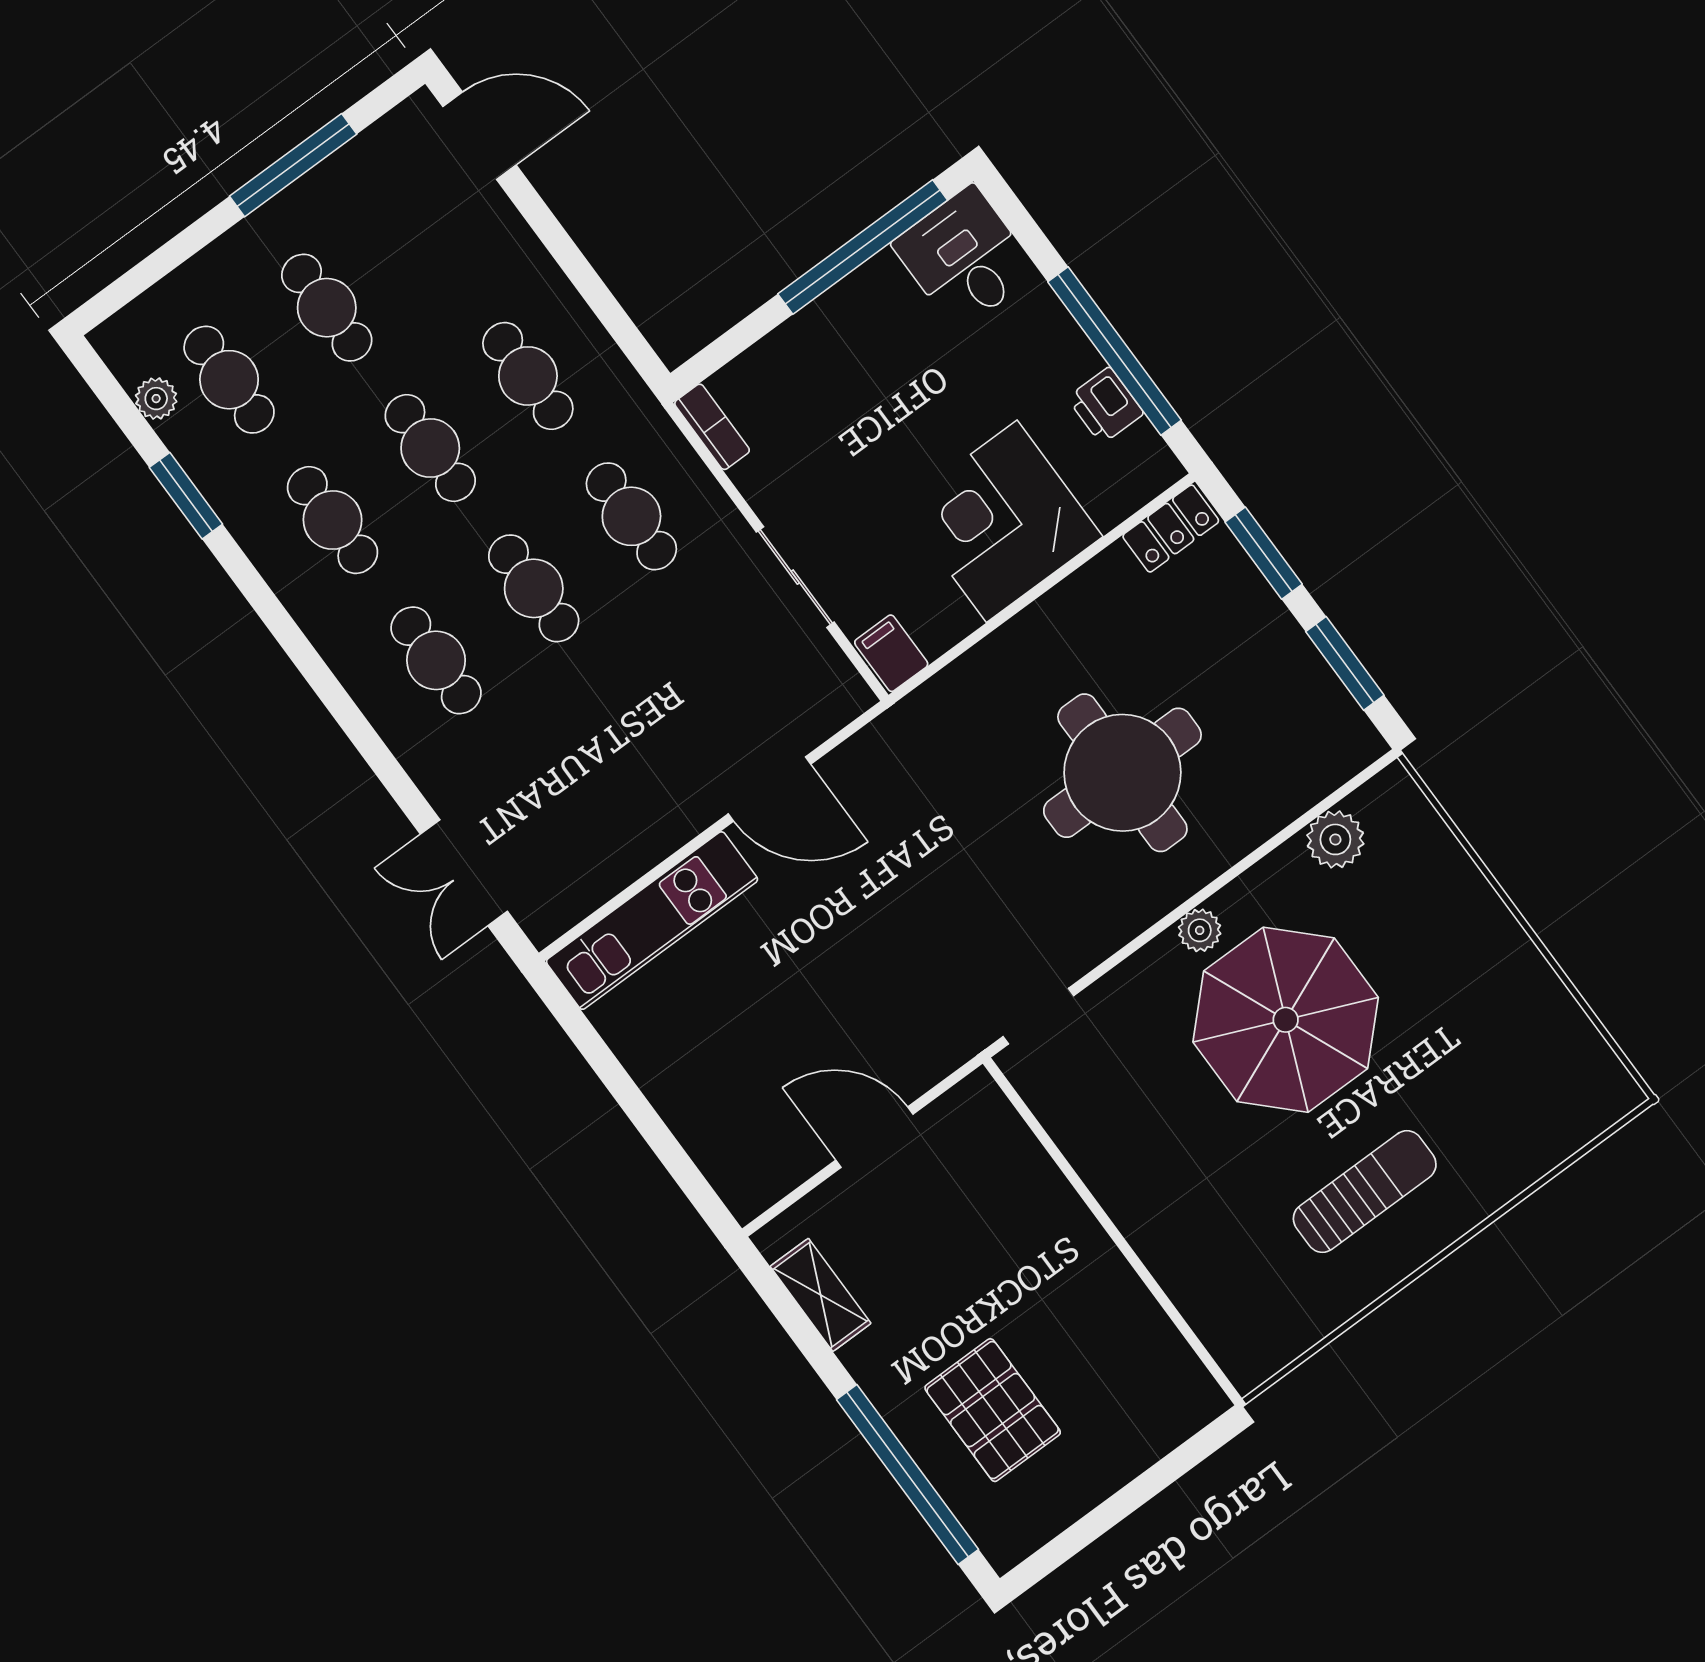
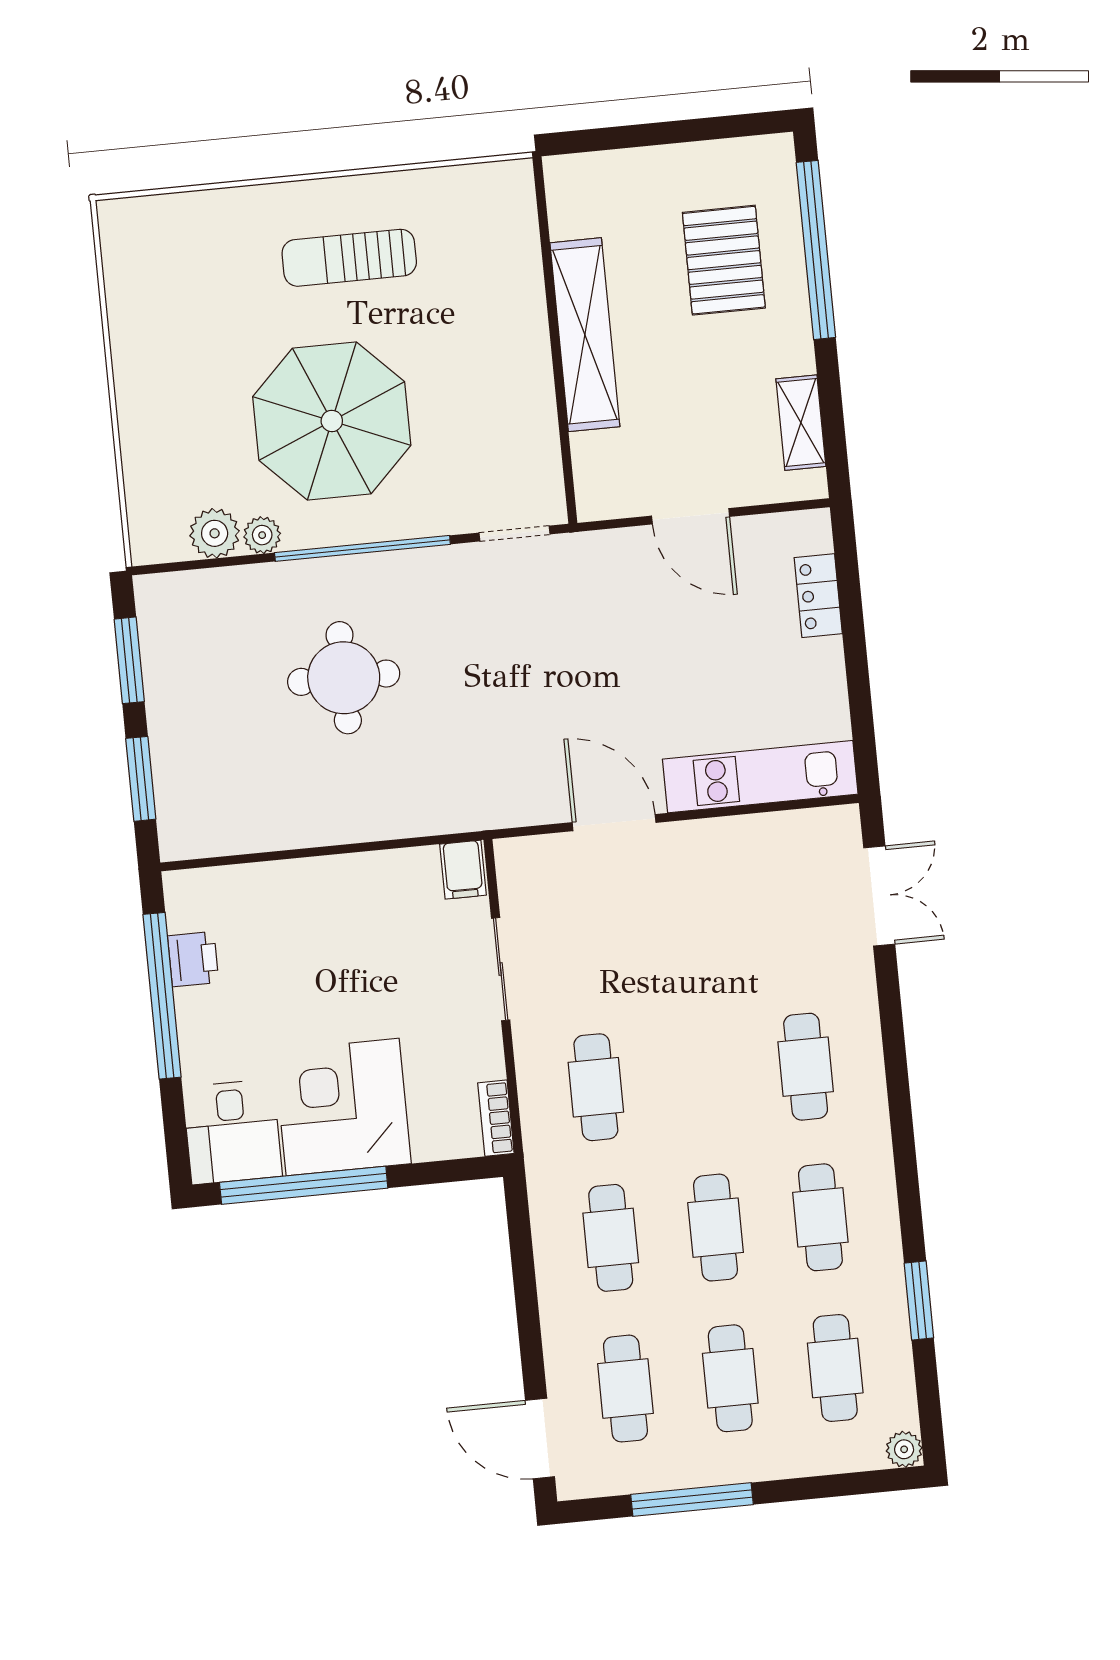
plant: (156, 399) -> (904, 1449), moved
corner desk: (1002, 521) -> (343, 1107), moved, turned 180
locker: (1171, 529) -> (818, 596), moved, turned -90
cafe table: (534, 588) -> (625, 1389), moved
round table: (1122, 773) -> (344, 678), width x0.73, depth x0.73
window: (1180, 912) -> (362, 548), added
plant: (1200, 930) -> (262, 535), moved
shelving: (1086, 1254) -> (585, 335), added

